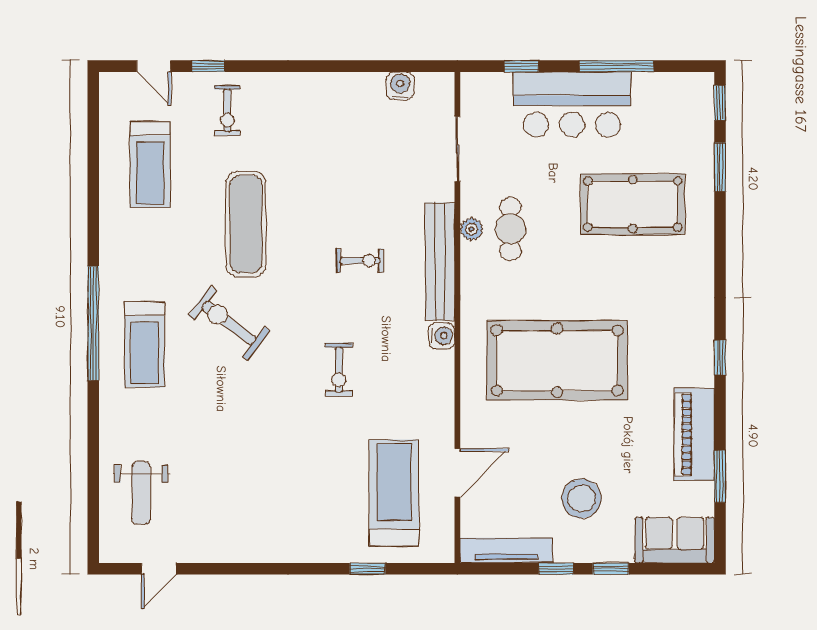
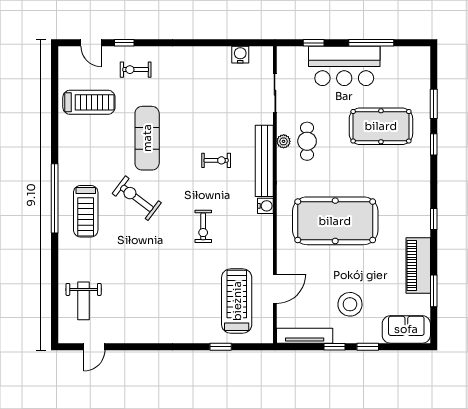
window: (720, 103) -> (434, 144), moved
exercise bike: (227, 110) -> (136, 70), turned 90
treadmill: (150, 164) -> (89, 102), turned -90

